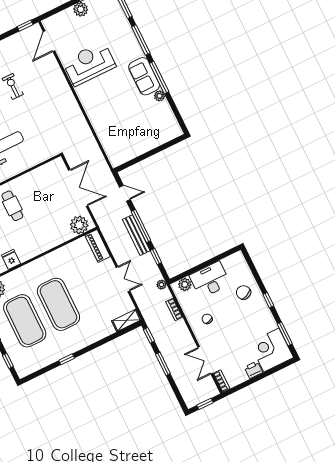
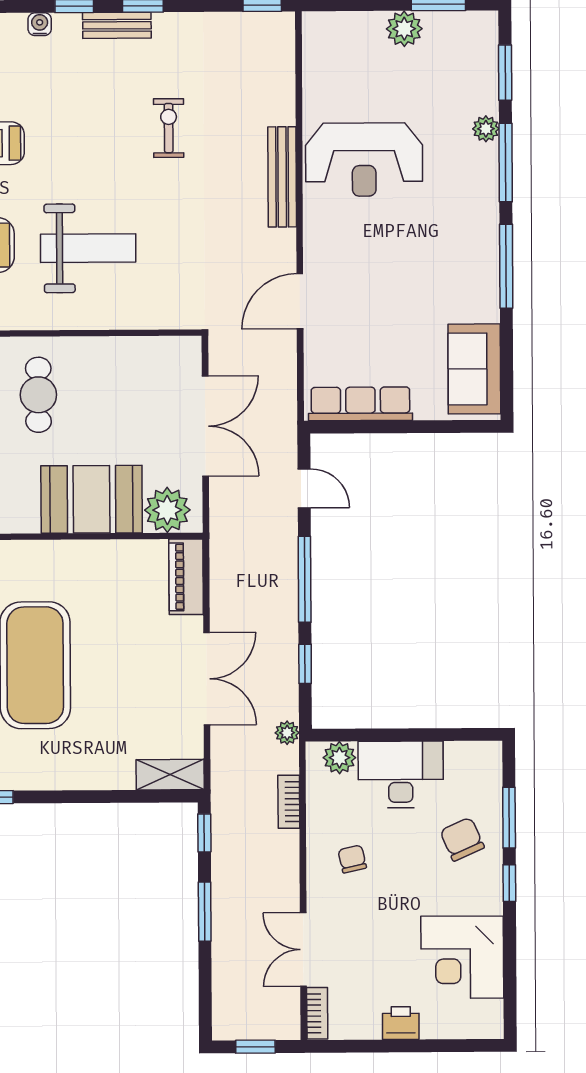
door: (49, 41) -> (300, 301), moved
reception desk: (89, 64) -> (364, 160), turned 180
sofa: (144, 76) -> (474, 369), moved
plant: (159, 96) -> (486, 129), moved
row of seats: (130, 153) -> (360, 404), added
booth: (50, 234) -> (92, 499), added
bench: (136, 235) -> (282, 177), moved
double door: (123, 279) -> (207, 679), width x1.37
window: (285, 334) -> (509, 818), moved
corner desk: (271, 350) -> (462, 957), moved, turned -90

